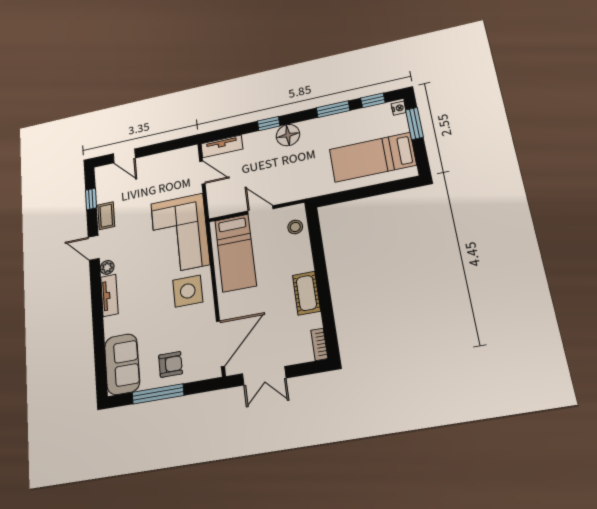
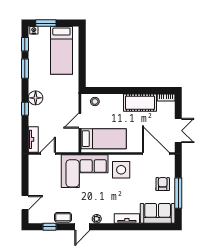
cot: (306, 293) -> (140, 103), width x1.37, depth x1.34
tv unit: (109, 295) -> (127, 219), moved

